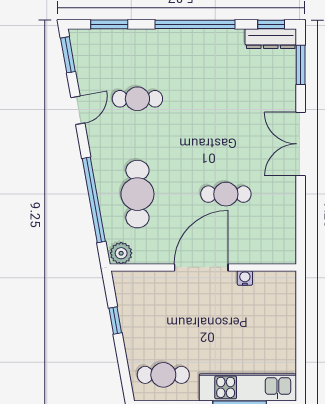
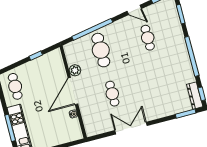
double door: (301, 144) -> (131, 128), moved
cafe table: (137, 194) -> (101, 50), turned 90
plant: (121, 253) -> (75, 70), moved
door: (201, 267) -> (73, 91), swing flipped

